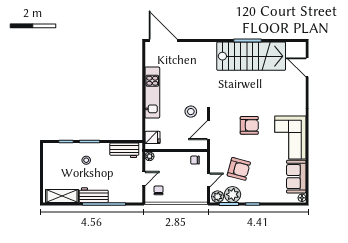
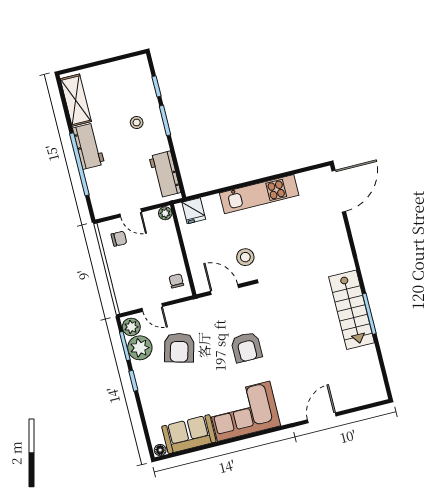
stairs: (251, 56) -> (352, 310), width x0.73, depth x0.66
door: (307, 67) -> (322, 418), moved

